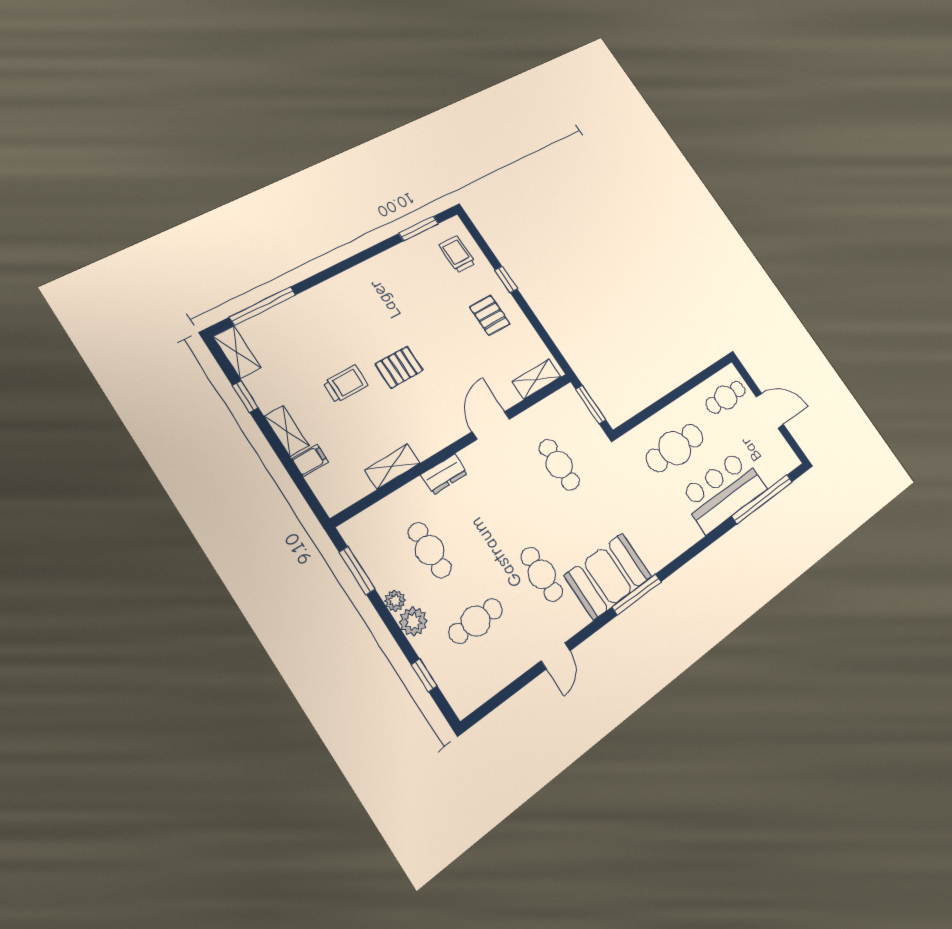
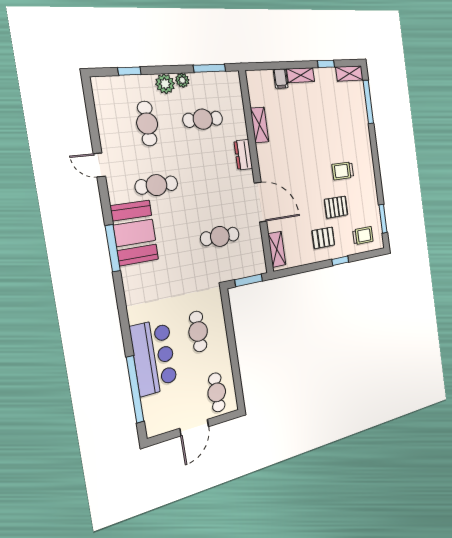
pallet: (399, 367) -> (336, 207), moved, turned 90
trolley: (346, 384) -> (343, 171), moved, turned 90
door: (491, 425) -> (260, 202), width x1.36
cafe table: (675, 448) -> (198, 331), width x0.73, depth x0.74

